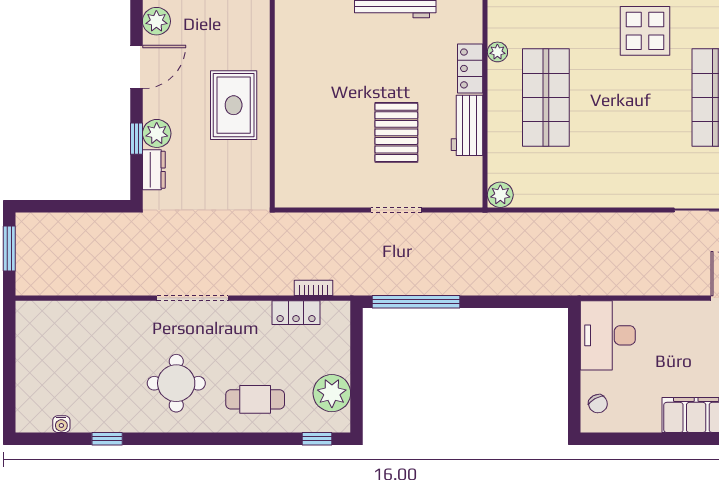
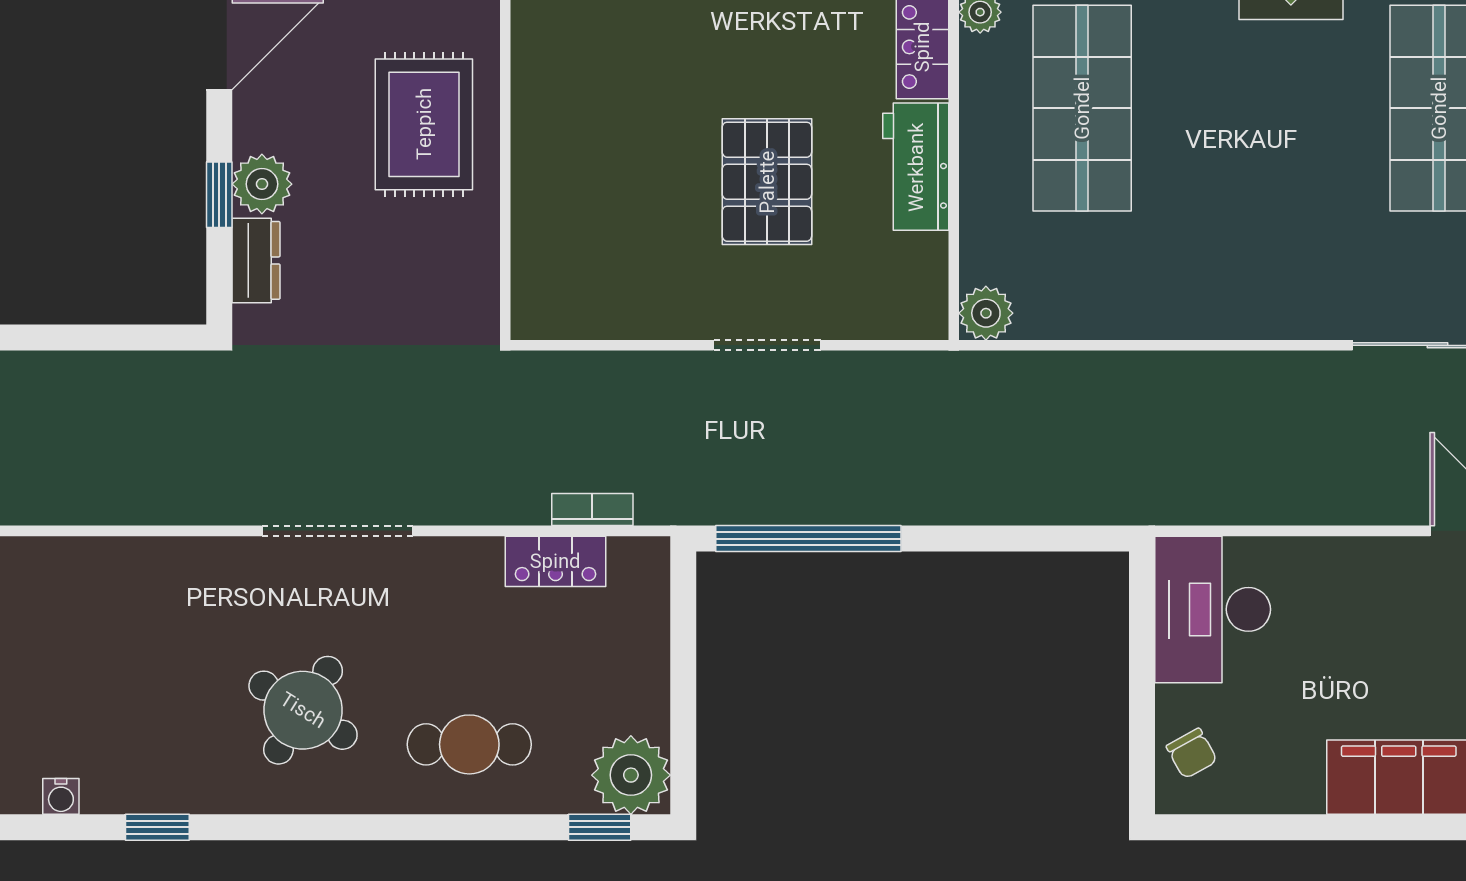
round table: (176, 383) -> (303, 710), turned 32
plant: (332, 393) -> (631, 775), moved

